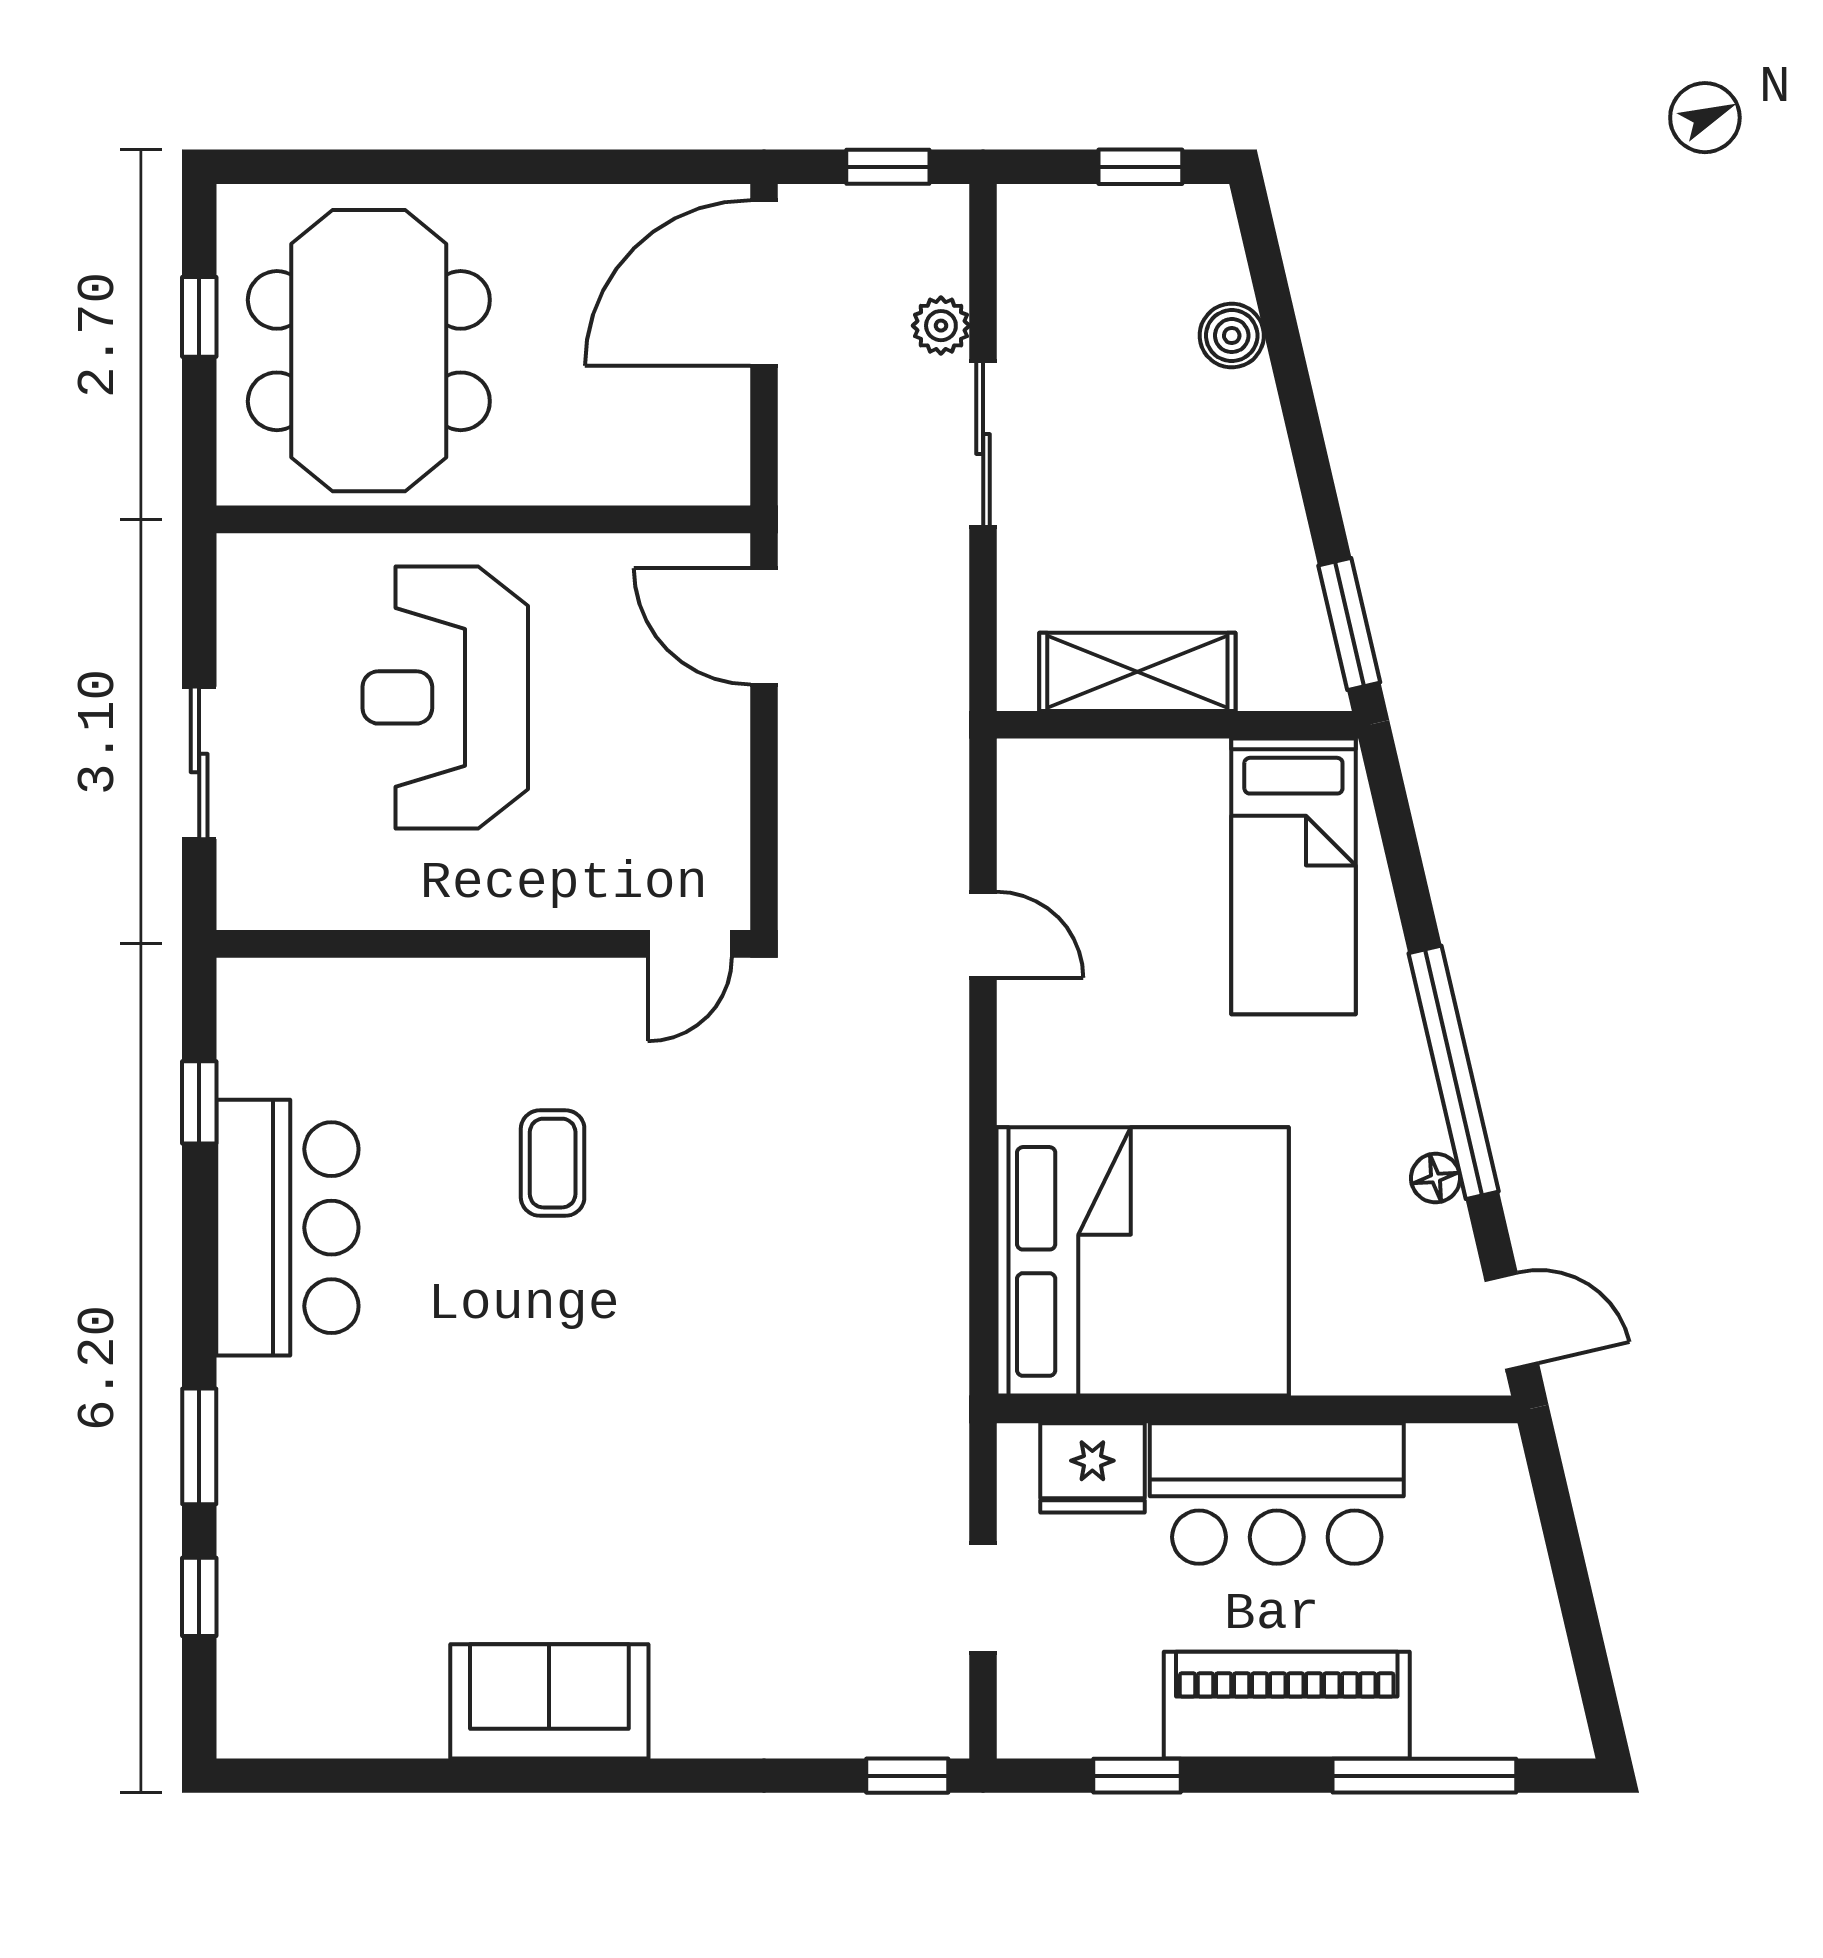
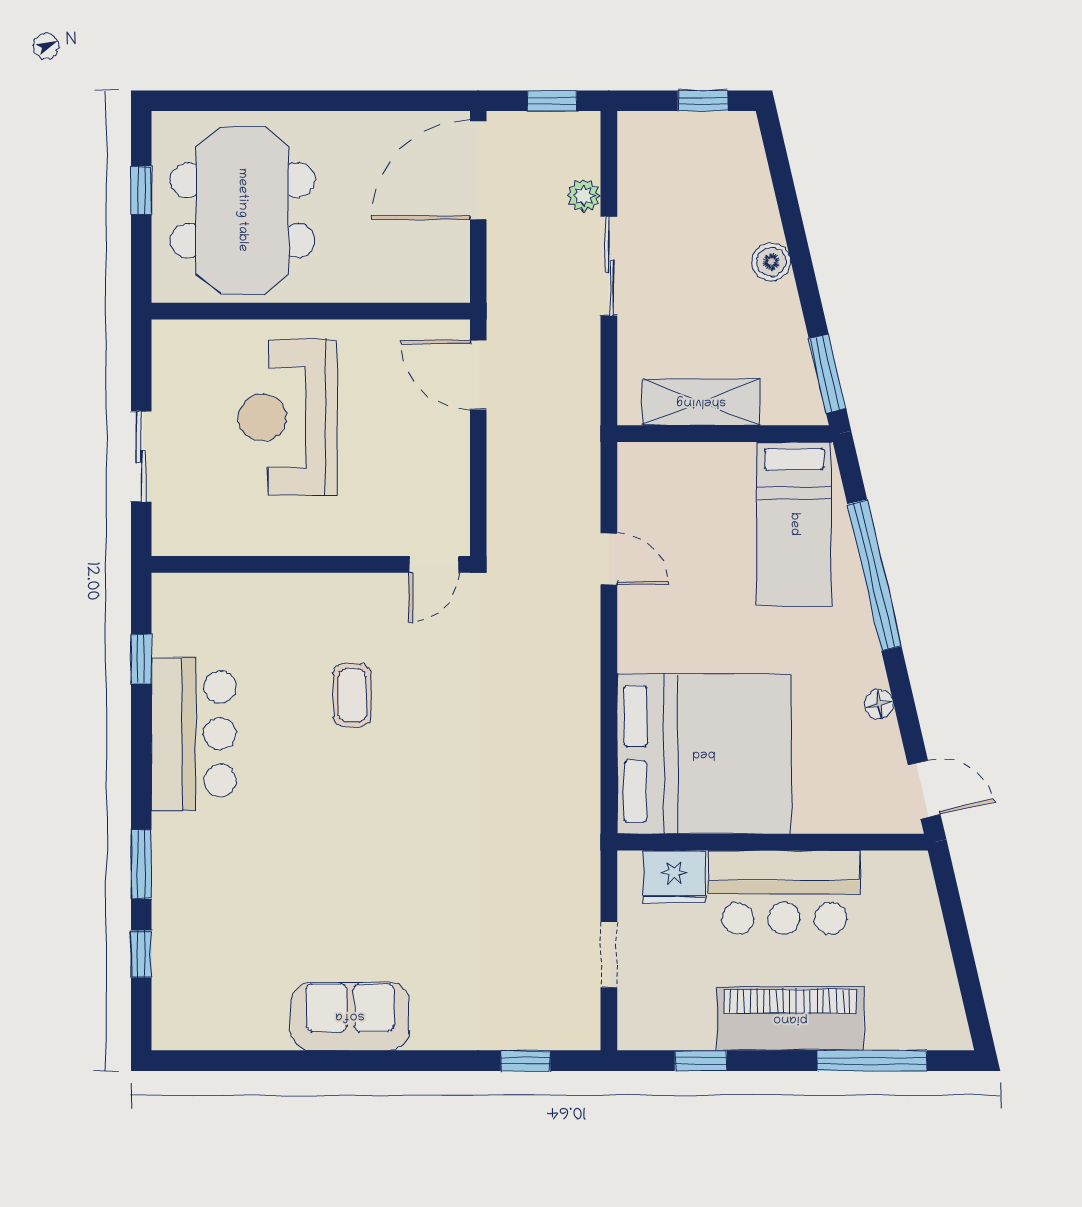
boiler: (1232, 336) -> (771, 262), moved
window: (1454, 1072) -> (874, 575), moved
window: (907, 1776) -> (526, 1061), moved

